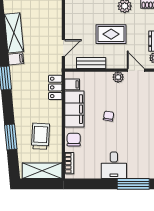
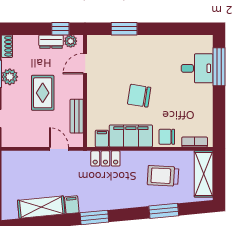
plant: (118, 77) -> (93, 84), removed
chair: (109, 116) -> (139, 96), width x1.87, depth x1.87
desk: (114, 165) -> (197, 68), moved

